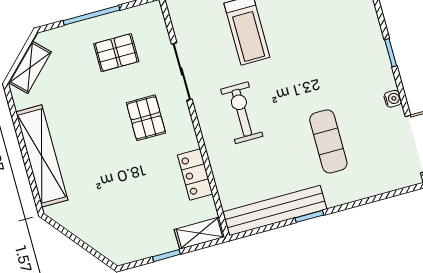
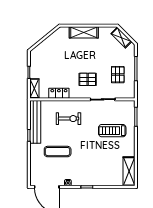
exercise bike: (242, 113) -> (69, 119), moved
shelving: (42, 156) -> (84, 32), width x0.68

